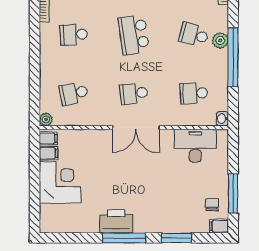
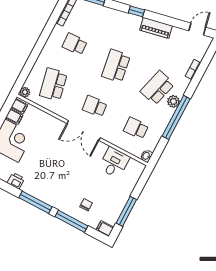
school desk: (194, 35) -> (157, 88), width x1.85
school desk: (74, 93) -> (53, 84), width x1.85
desk: (195, 146) -> (114, 163), width x0.73
chair: (212, 204) -> (86, 205), moved
printer: (116, 221) -> (16, 181), moved, width x0.53, depth x0.68
window: (177, 238) -> (71, 221), width x1.44

